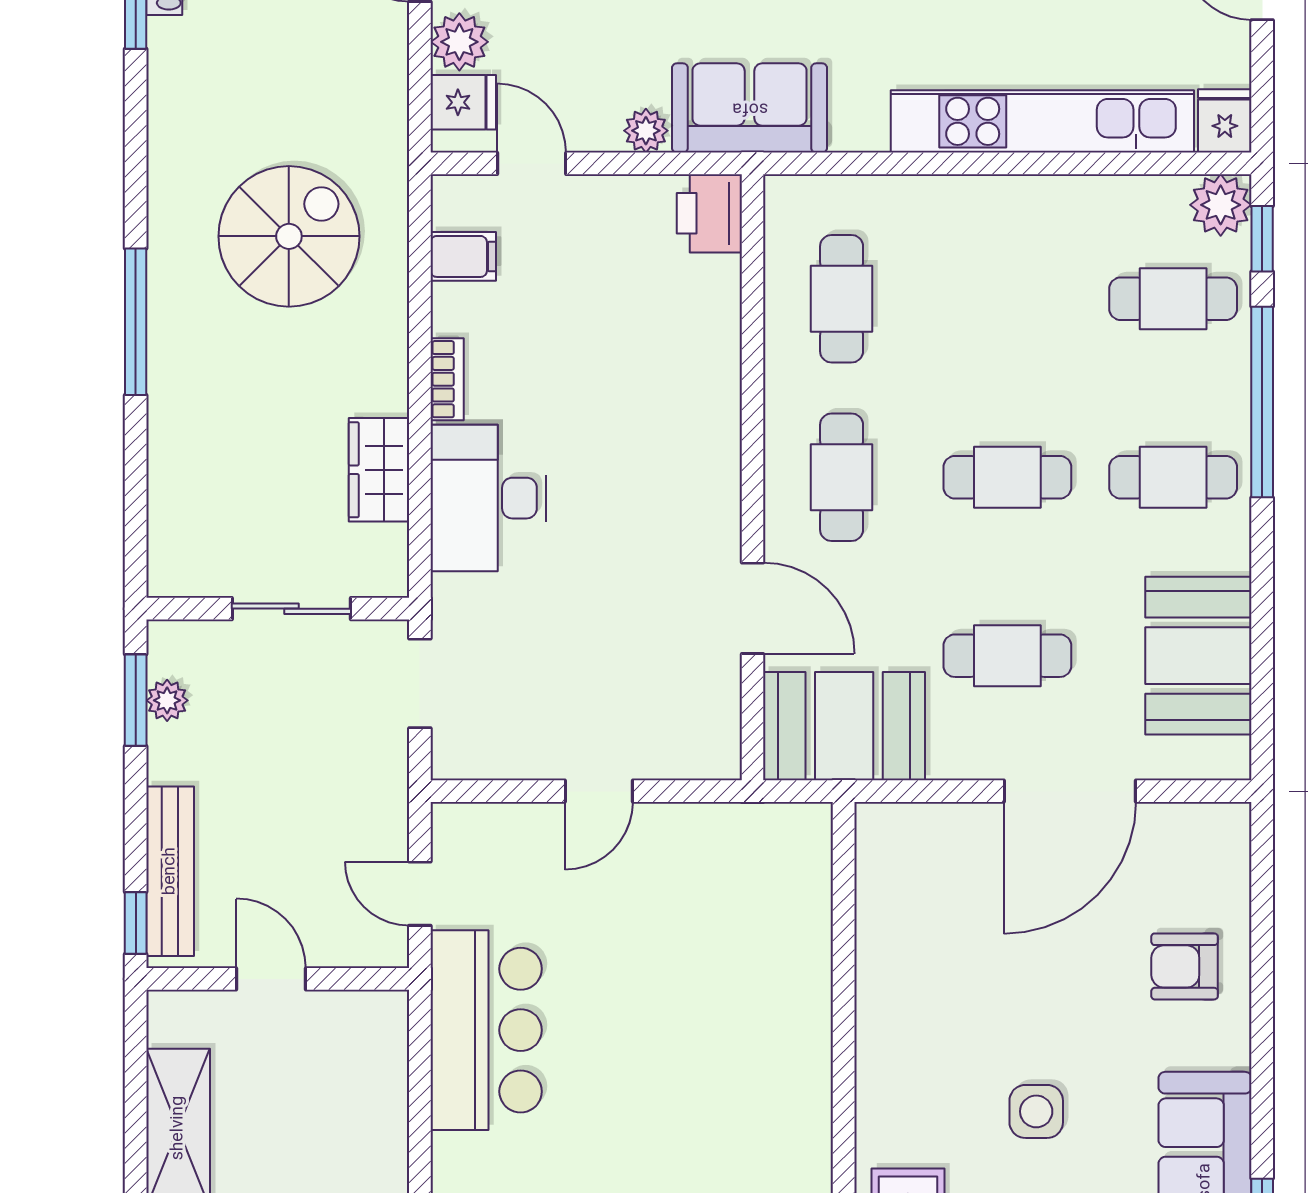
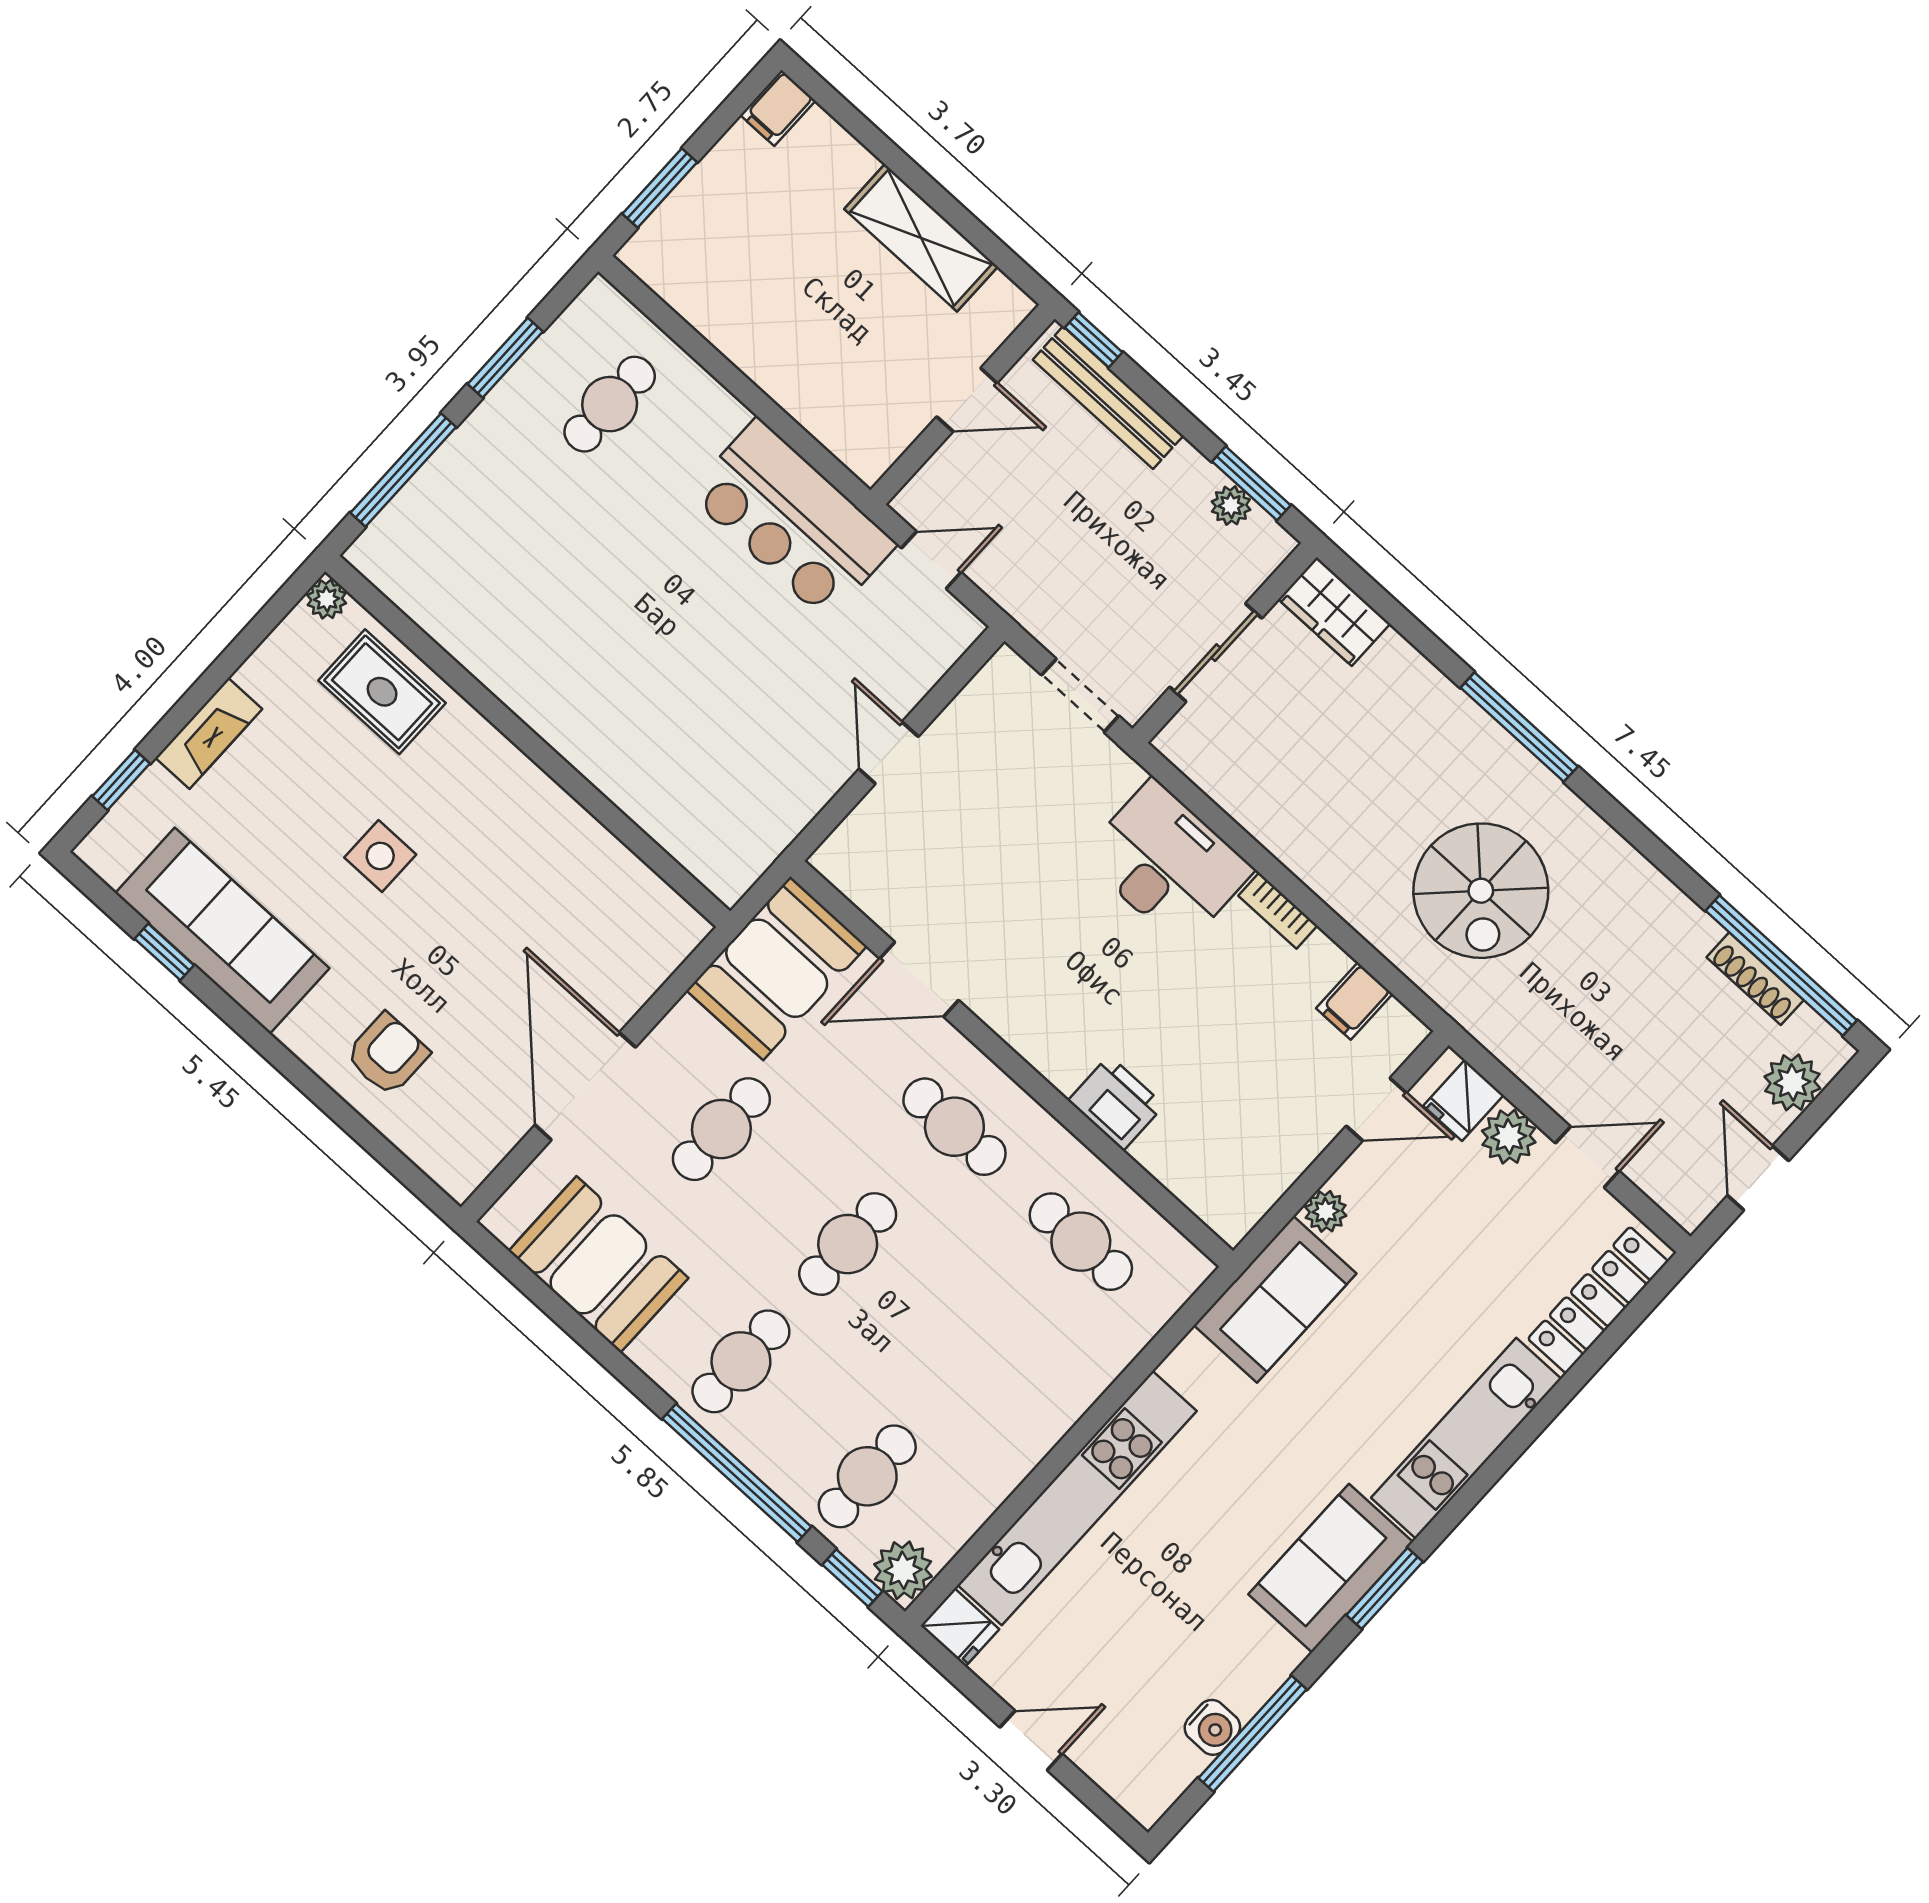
printer: (709, 213) -> (1116, 1103), moved
wardrobe: (379, 470) -> (1334, 612), moved, turned 180

